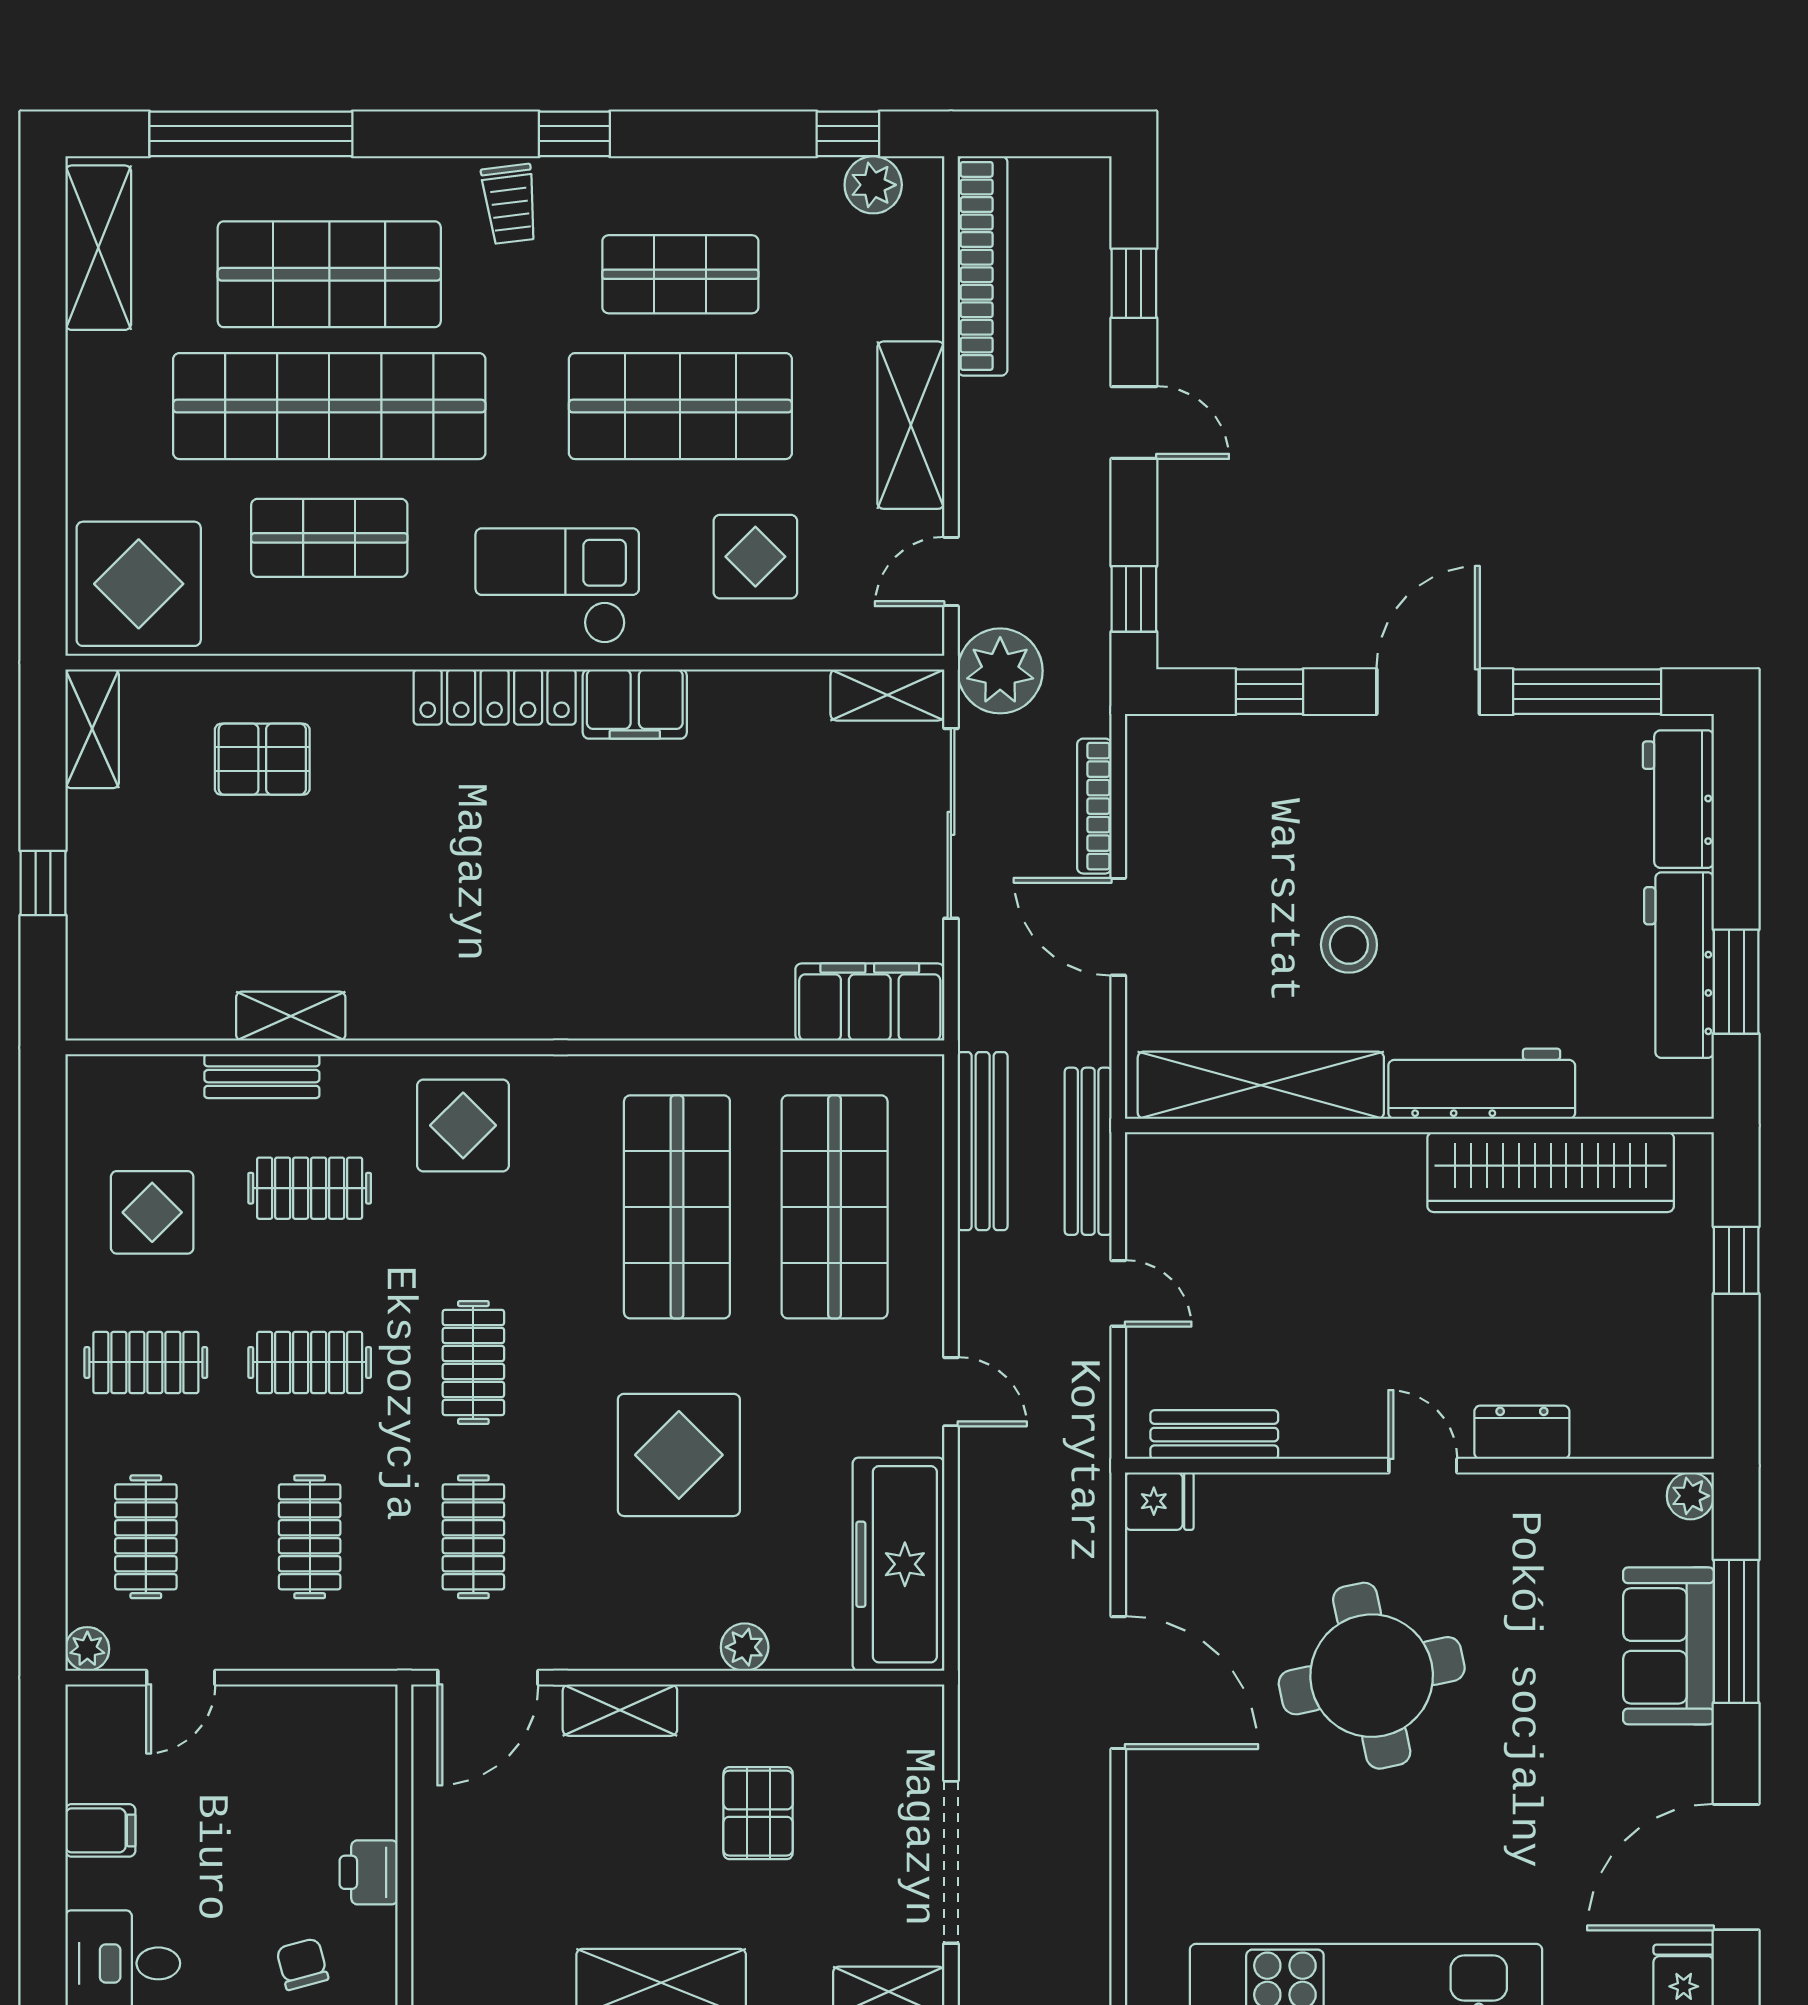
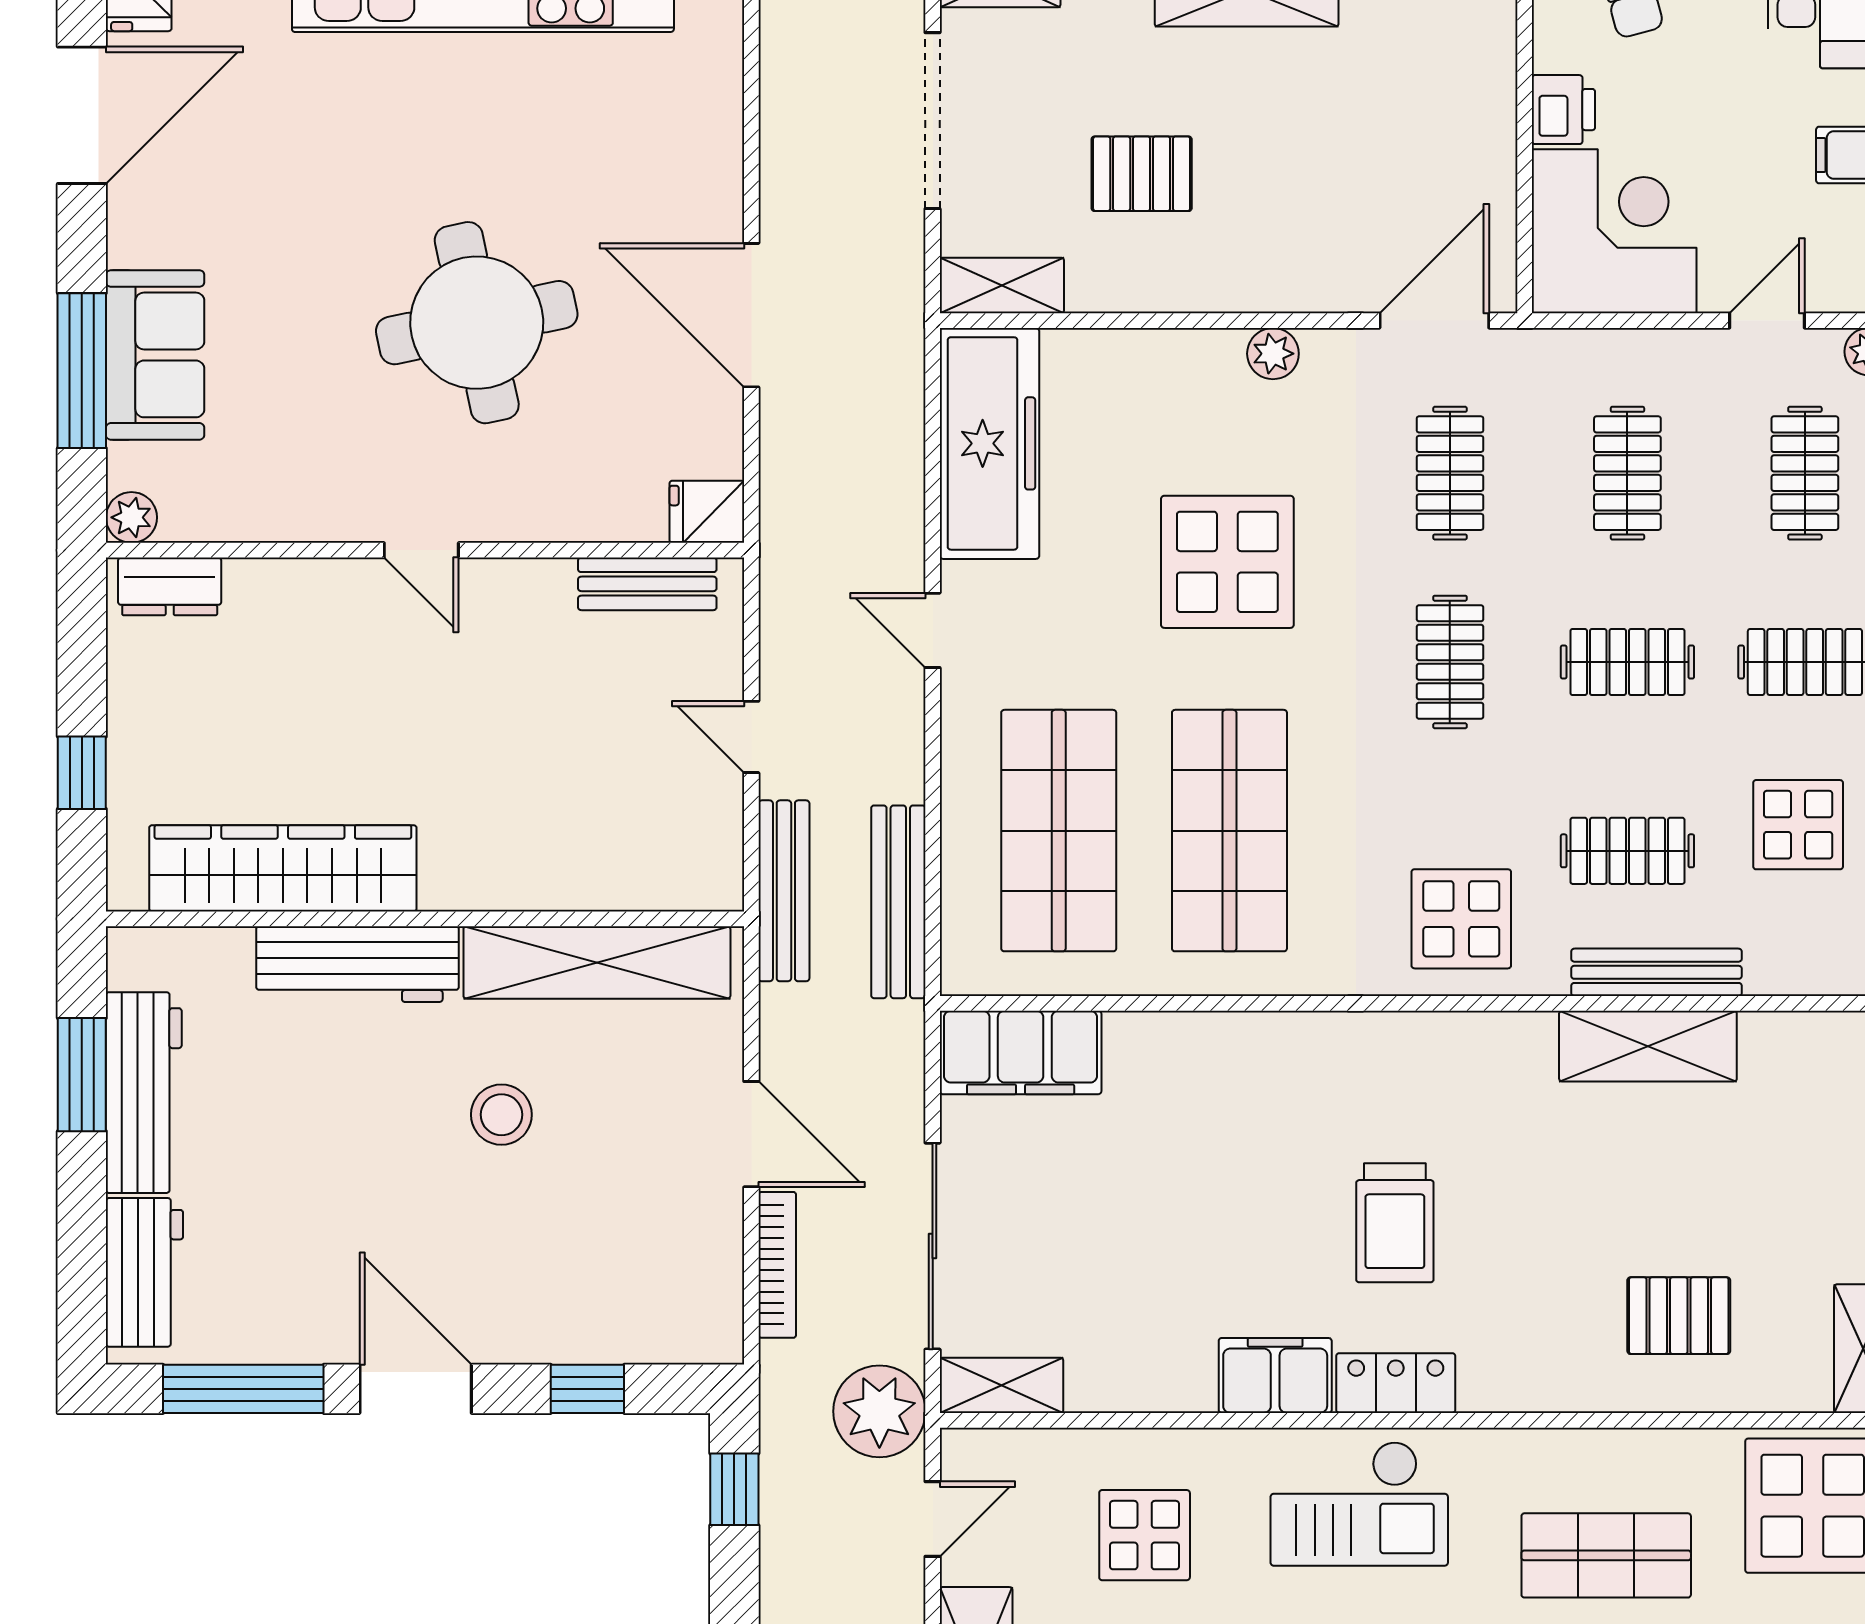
door: (1428, 692) -> (416, 1389), swing flipped
locker: (495, 697) -> (1396, 1383), width x0.66
trolley: (524, 845) -> (1395, 1223), added
shelving: (291, 1016) -> (1648, 1046), width x1.50, depth x1.33
bench: (262, 1076) -> (1656, 972), width x1.36
dresser: (1522, 1432) -> (170, 586), moved
plant: (745, 1647) -> (1273, 354), moved
shelving: (620, 1710) -> (1002, 285), moved
corner desk: (322, 1760) -> (1614, 231), added
pallet: (758, 1813) -> (1142, 174), turned 90

